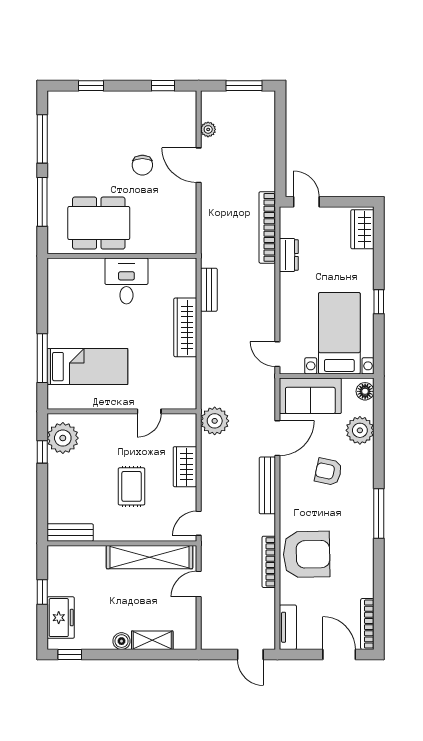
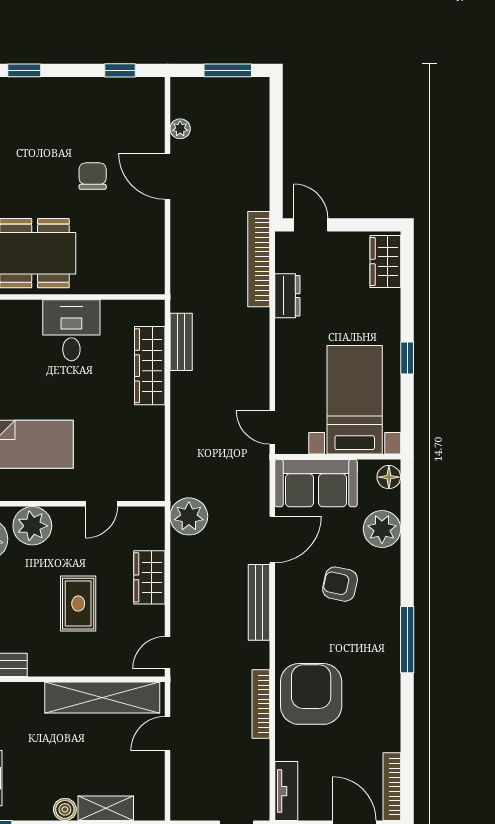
chair: (142, 165) -> (93, 176), turned 180
wardrobe: (185, 327) -> (150, 366), moved
plant: (97, 428) -> (32, 526), added
armchair: (307, 554) -> (311, 694), turned -89

